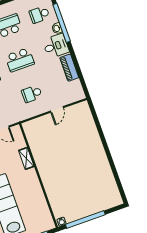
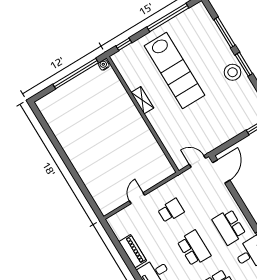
school desk: (20, 60) -> (194, 248), turned 90
shelving: (26, 158) -> (142, 100), moved

